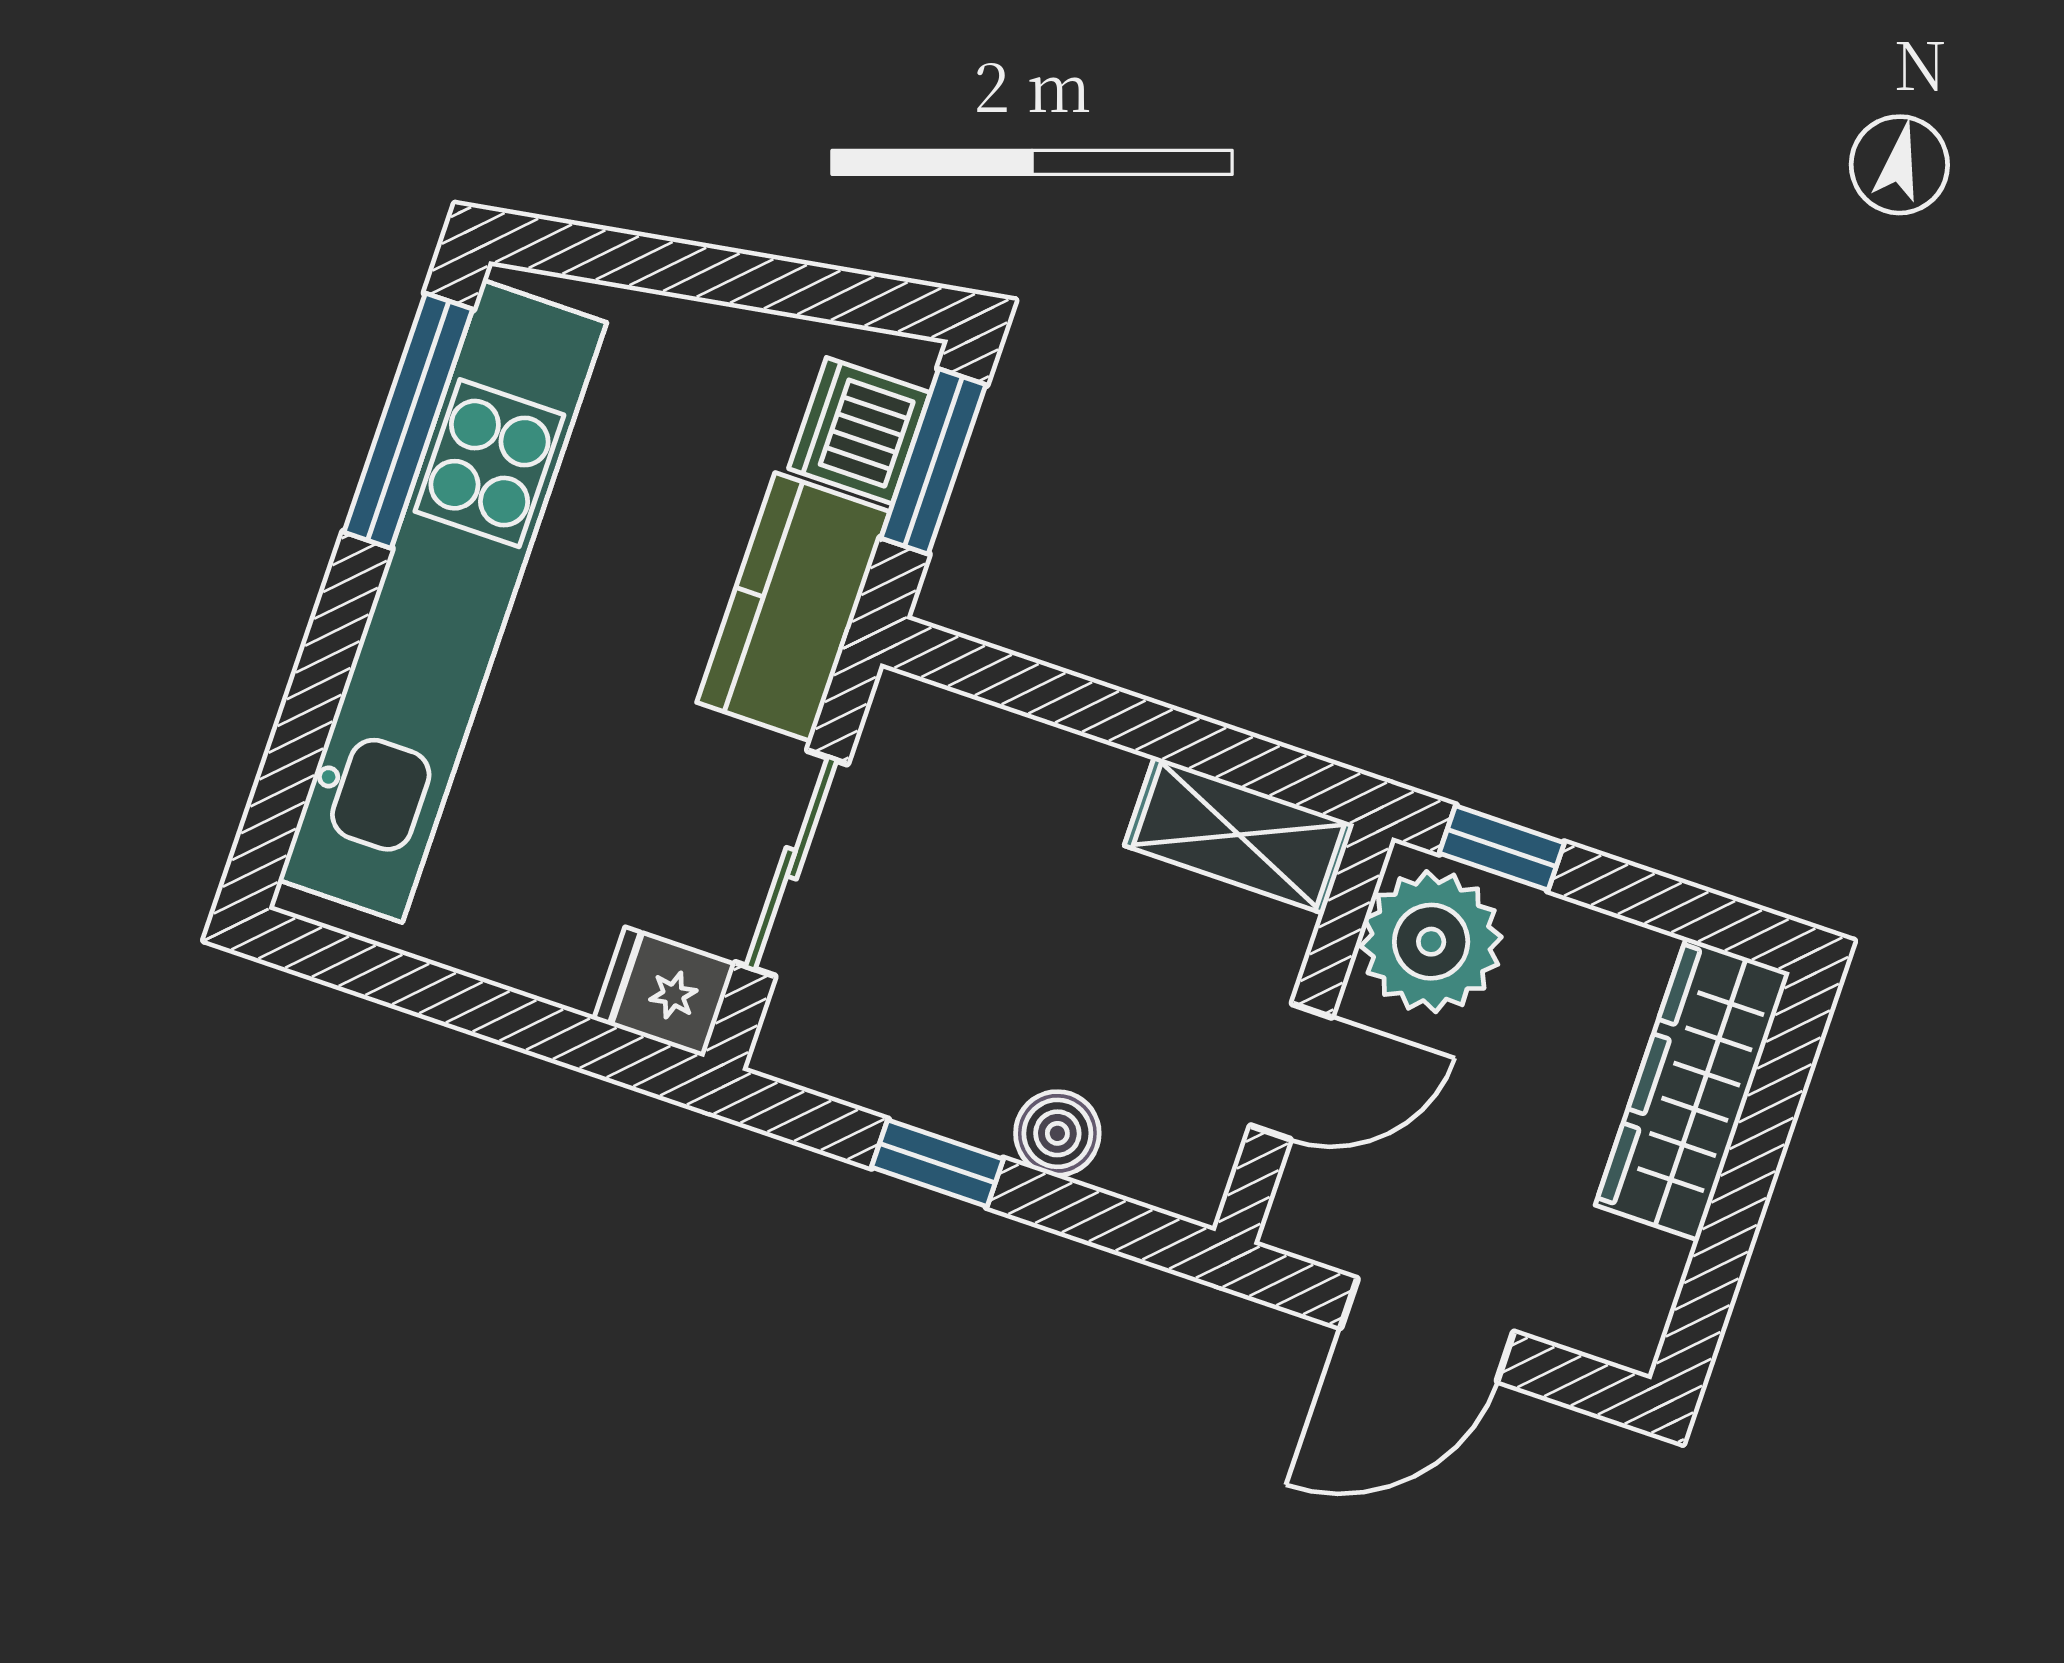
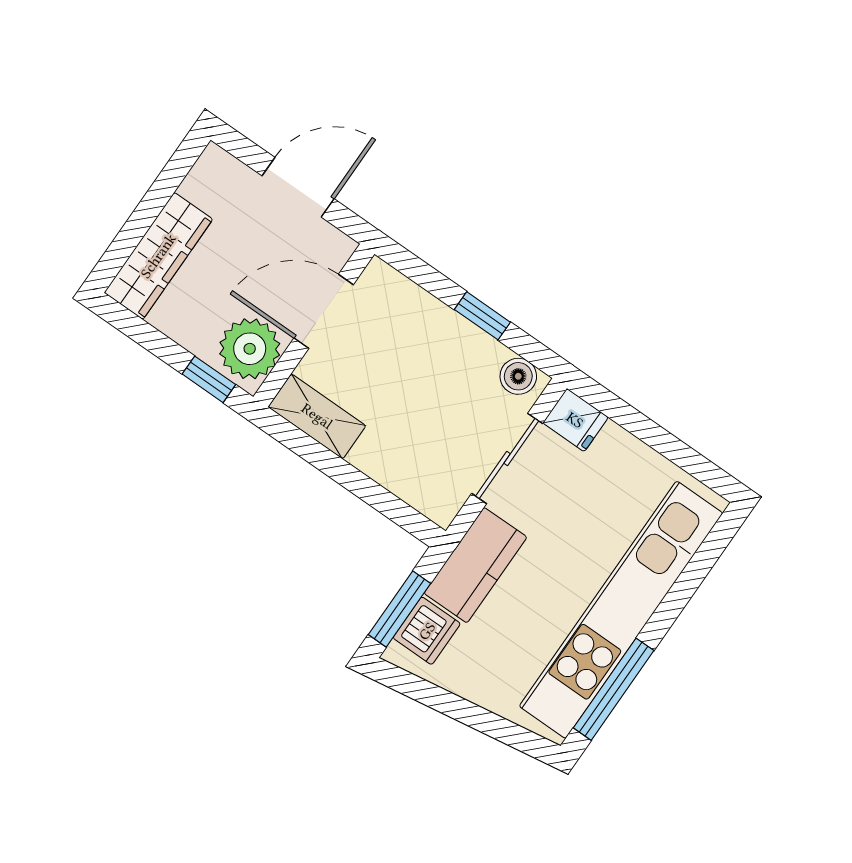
door: (1291, 1071) -> (324, 311), width x1.38
boiler: (1057, 1133) -> (518, 376), moved

